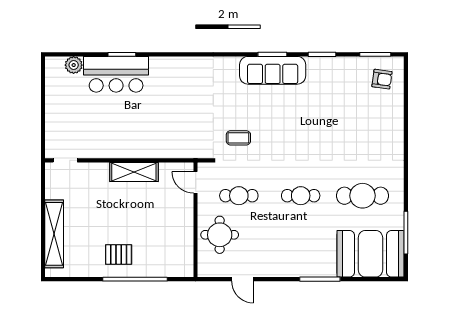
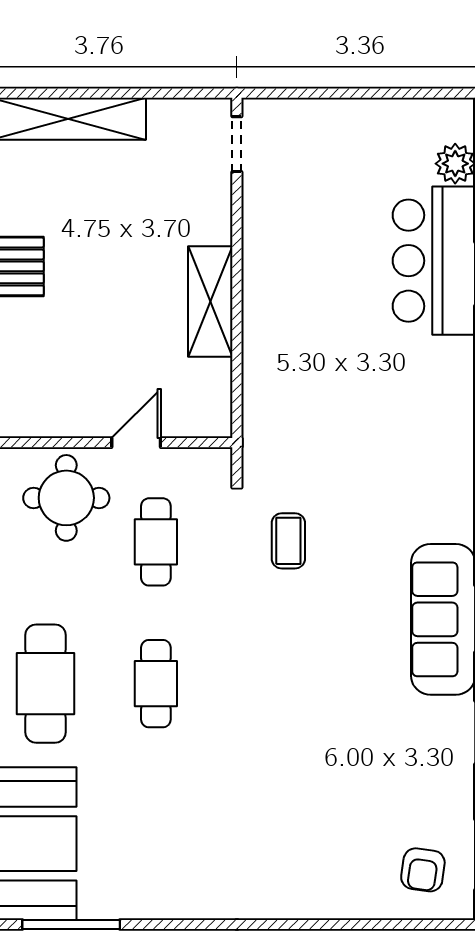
door: (196, 182) -> (136, 443), moved
cafe table: (363, 196) -> (46, 684), moved

